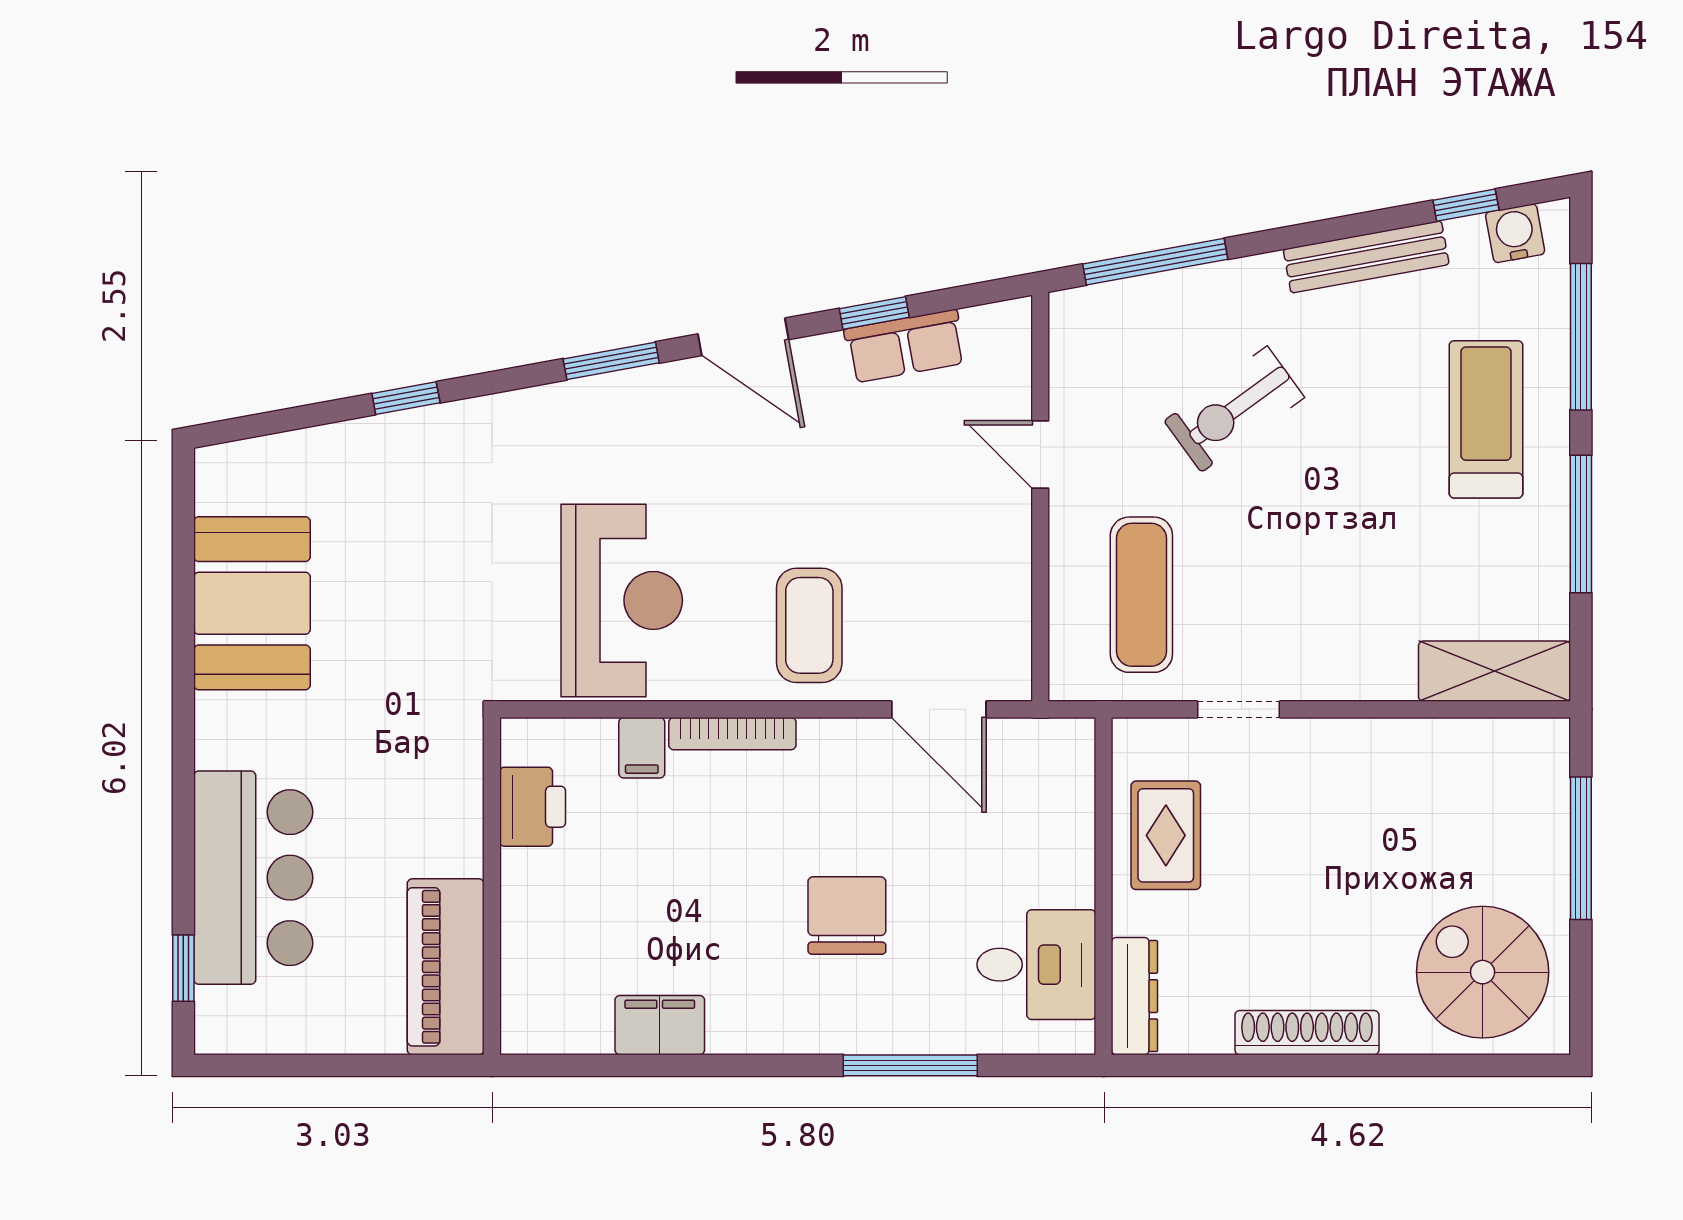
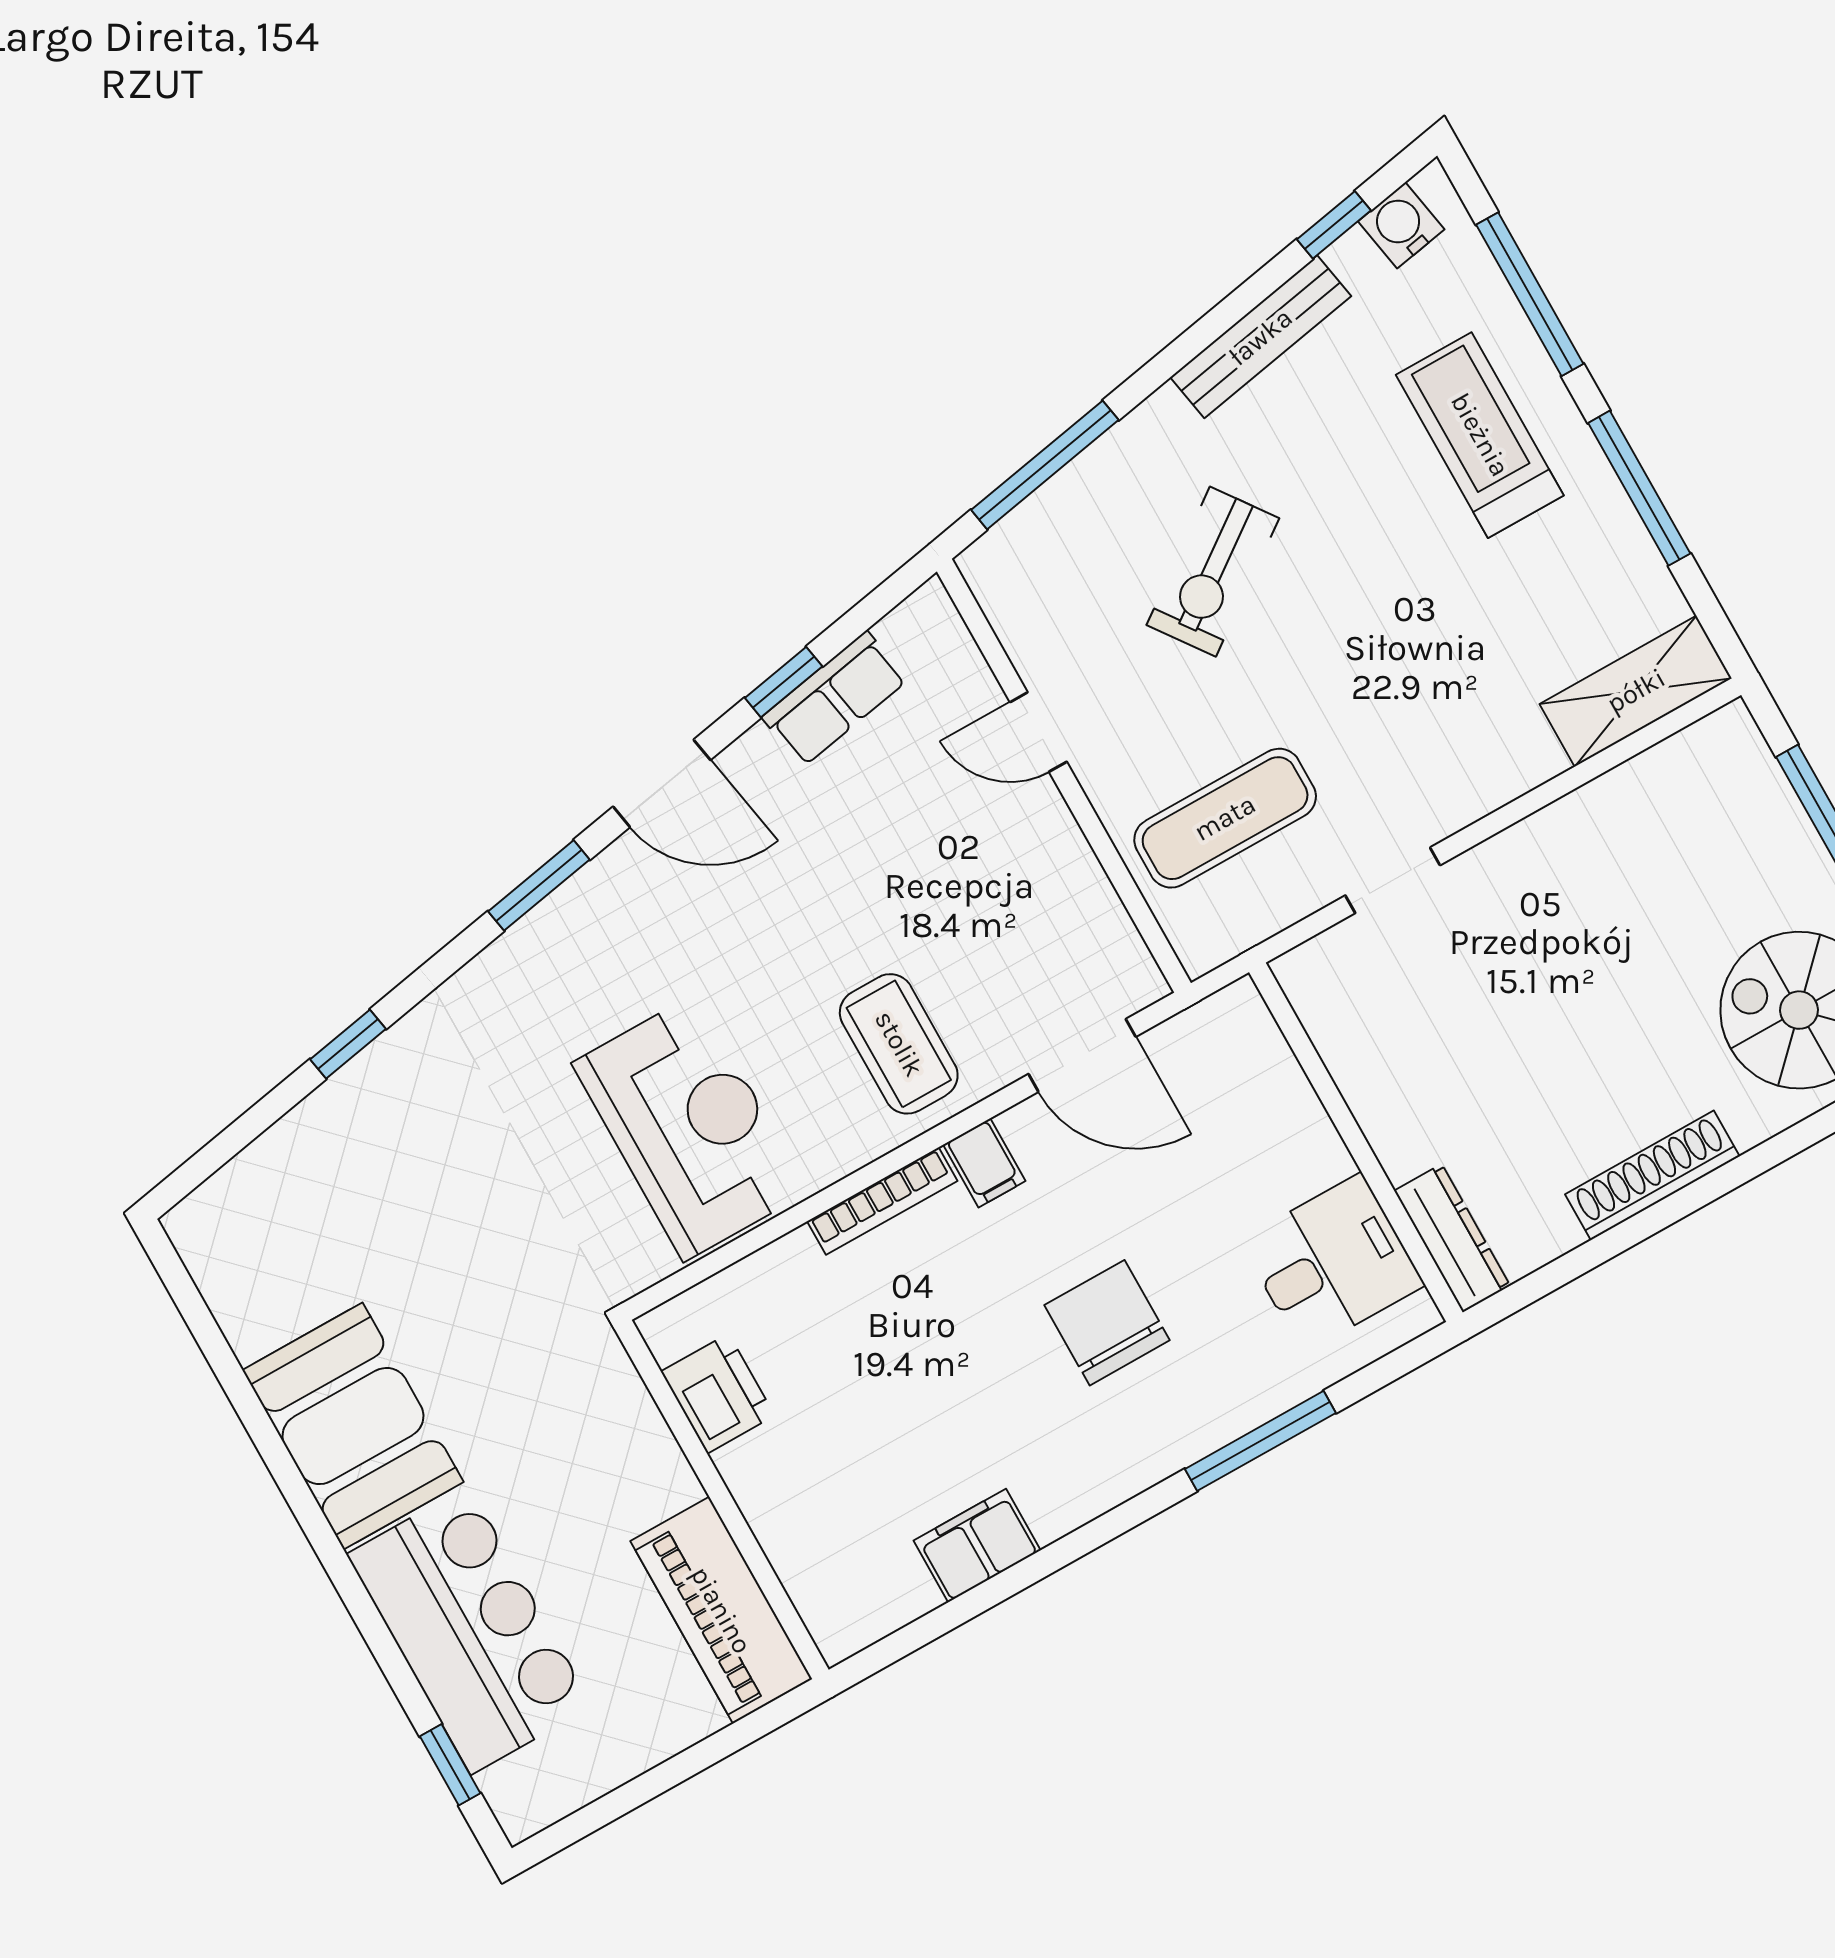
exercise mat: (1141, 595) -> (1225, 818), turned 90
booth: (252, 603) -> (353, 1426), moved
filing cabinet: (642, 748) -> (984, 1163), moved
rug: (1166, 835) -> (1391, 1053), removed

